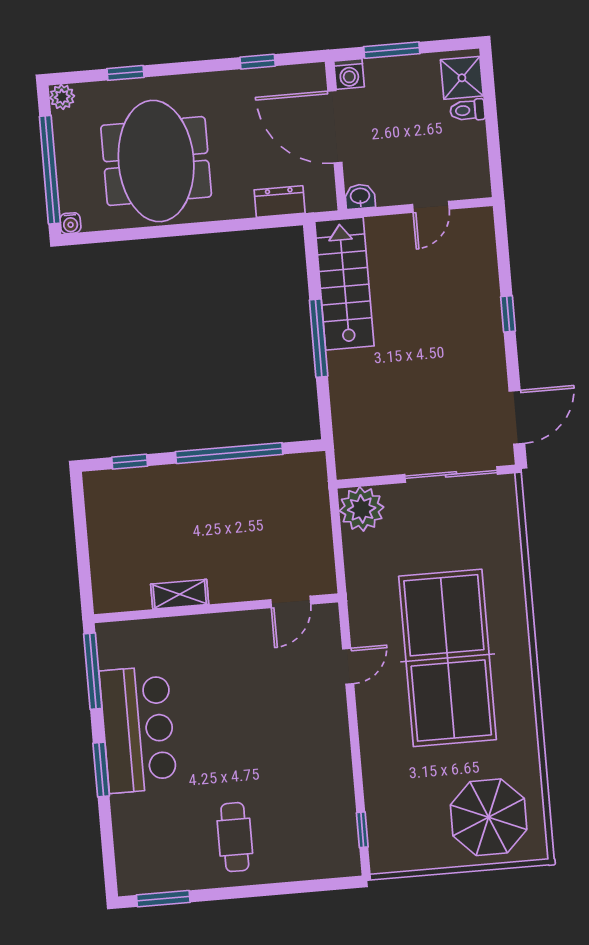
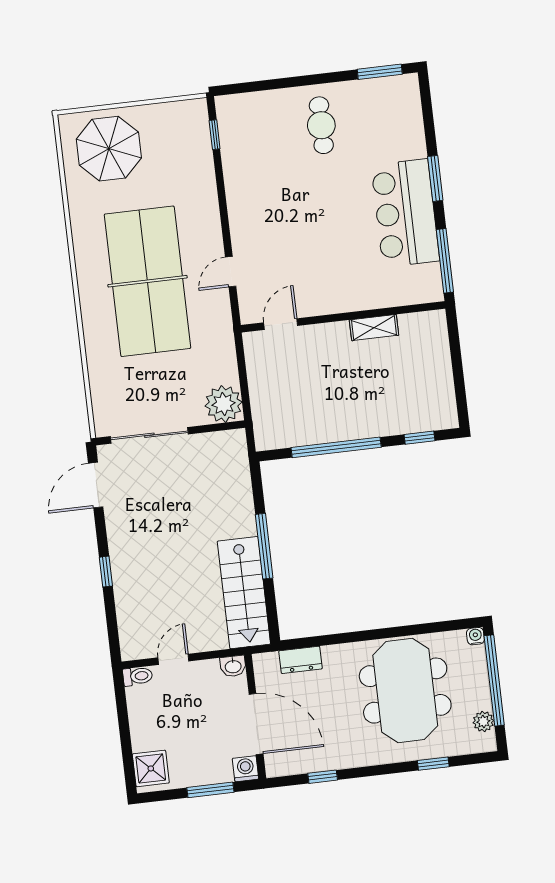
plant: (62, 97) -> (483, 722), moved
toilet: (467, 110) -> (138, 676), moved

